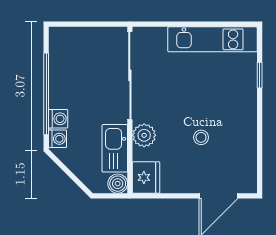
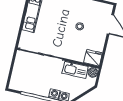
plant: (144, 135) -> (72, 54), removed

